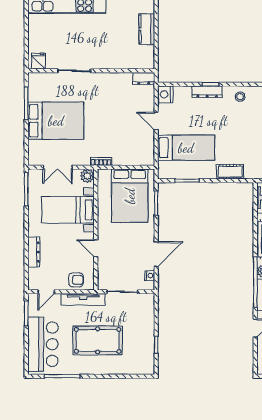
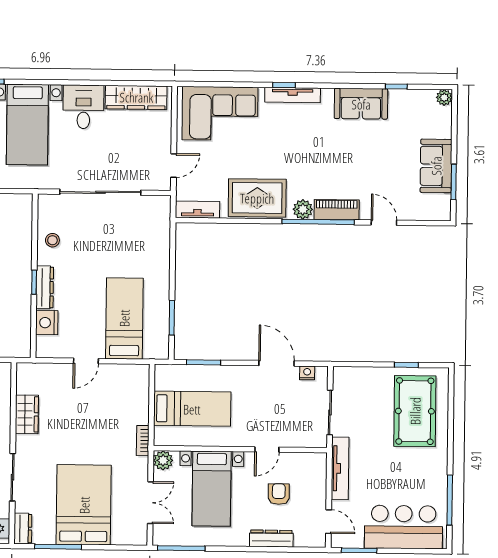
dresser: (144, 78) -> (23, 529), moved
wardrobe: (118, 80) -> (27, 414), added
nightstand: (165, 94) -> (47, 323), moved, turned 90
cot: (230, 172) -> (160, 256), removed
bed: (130, 196) -> (192, 409), width x0.67
armchair: (76, 280) -> (279, 494), moved
pool table: (98, 340) -> (415, 411), moved

